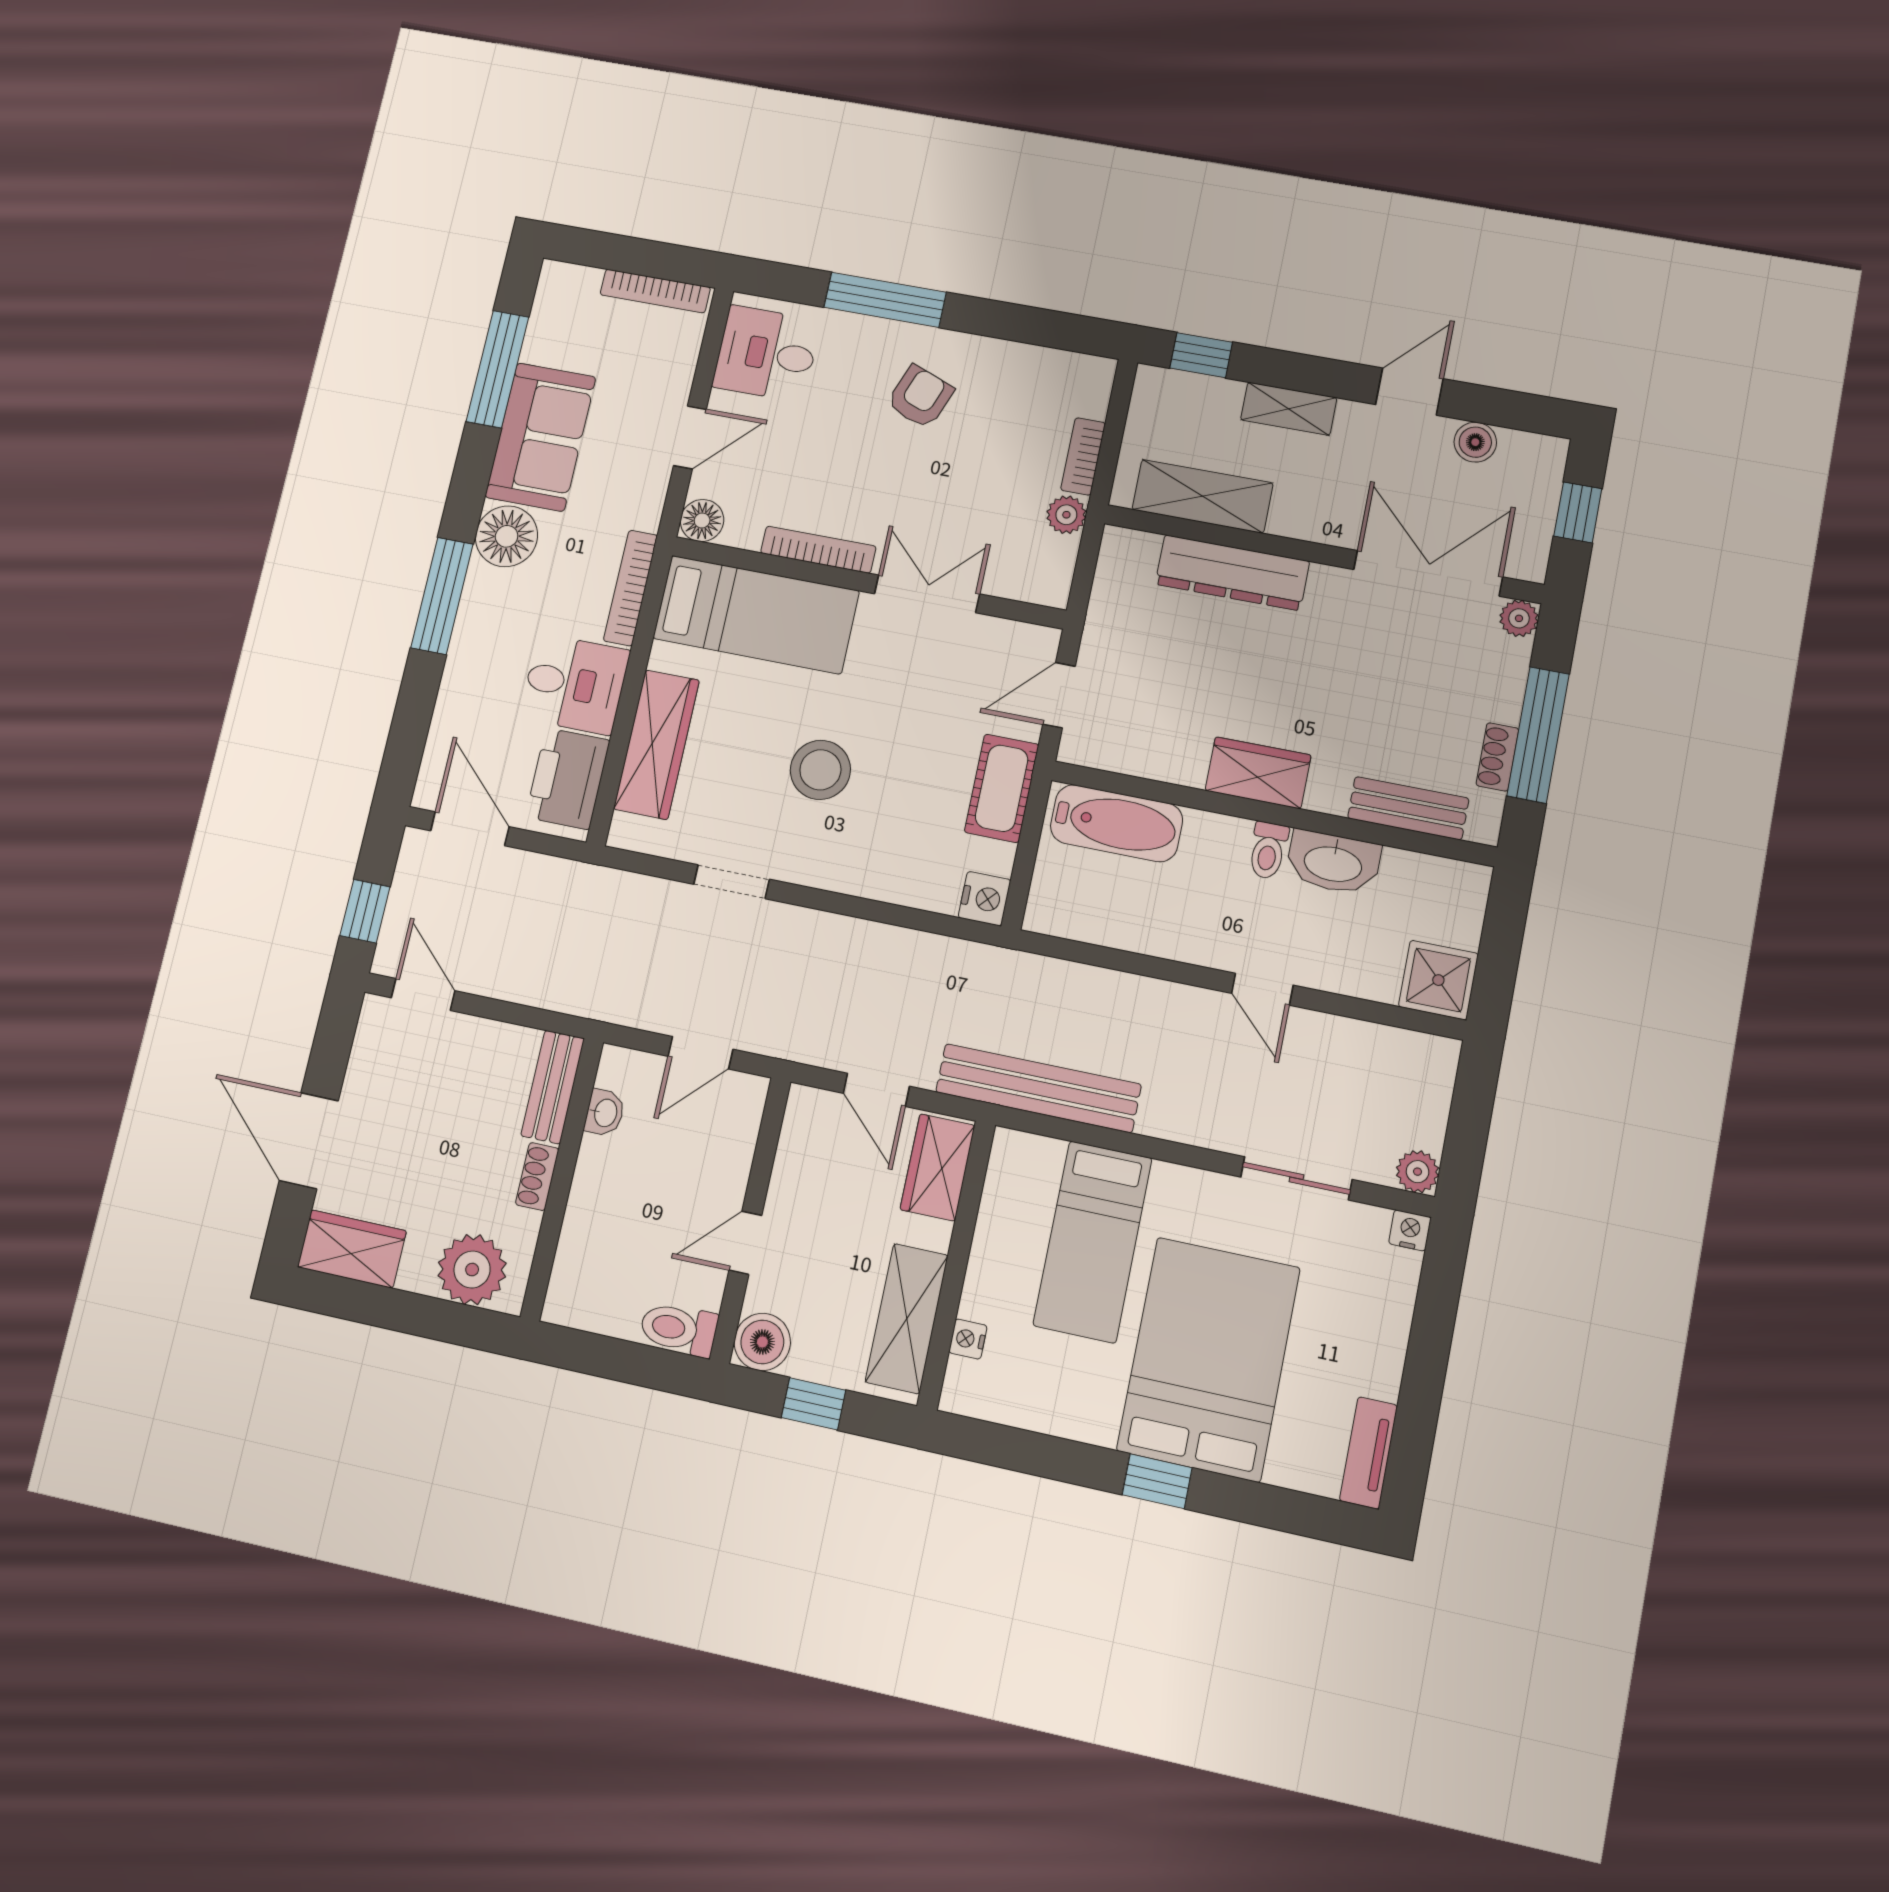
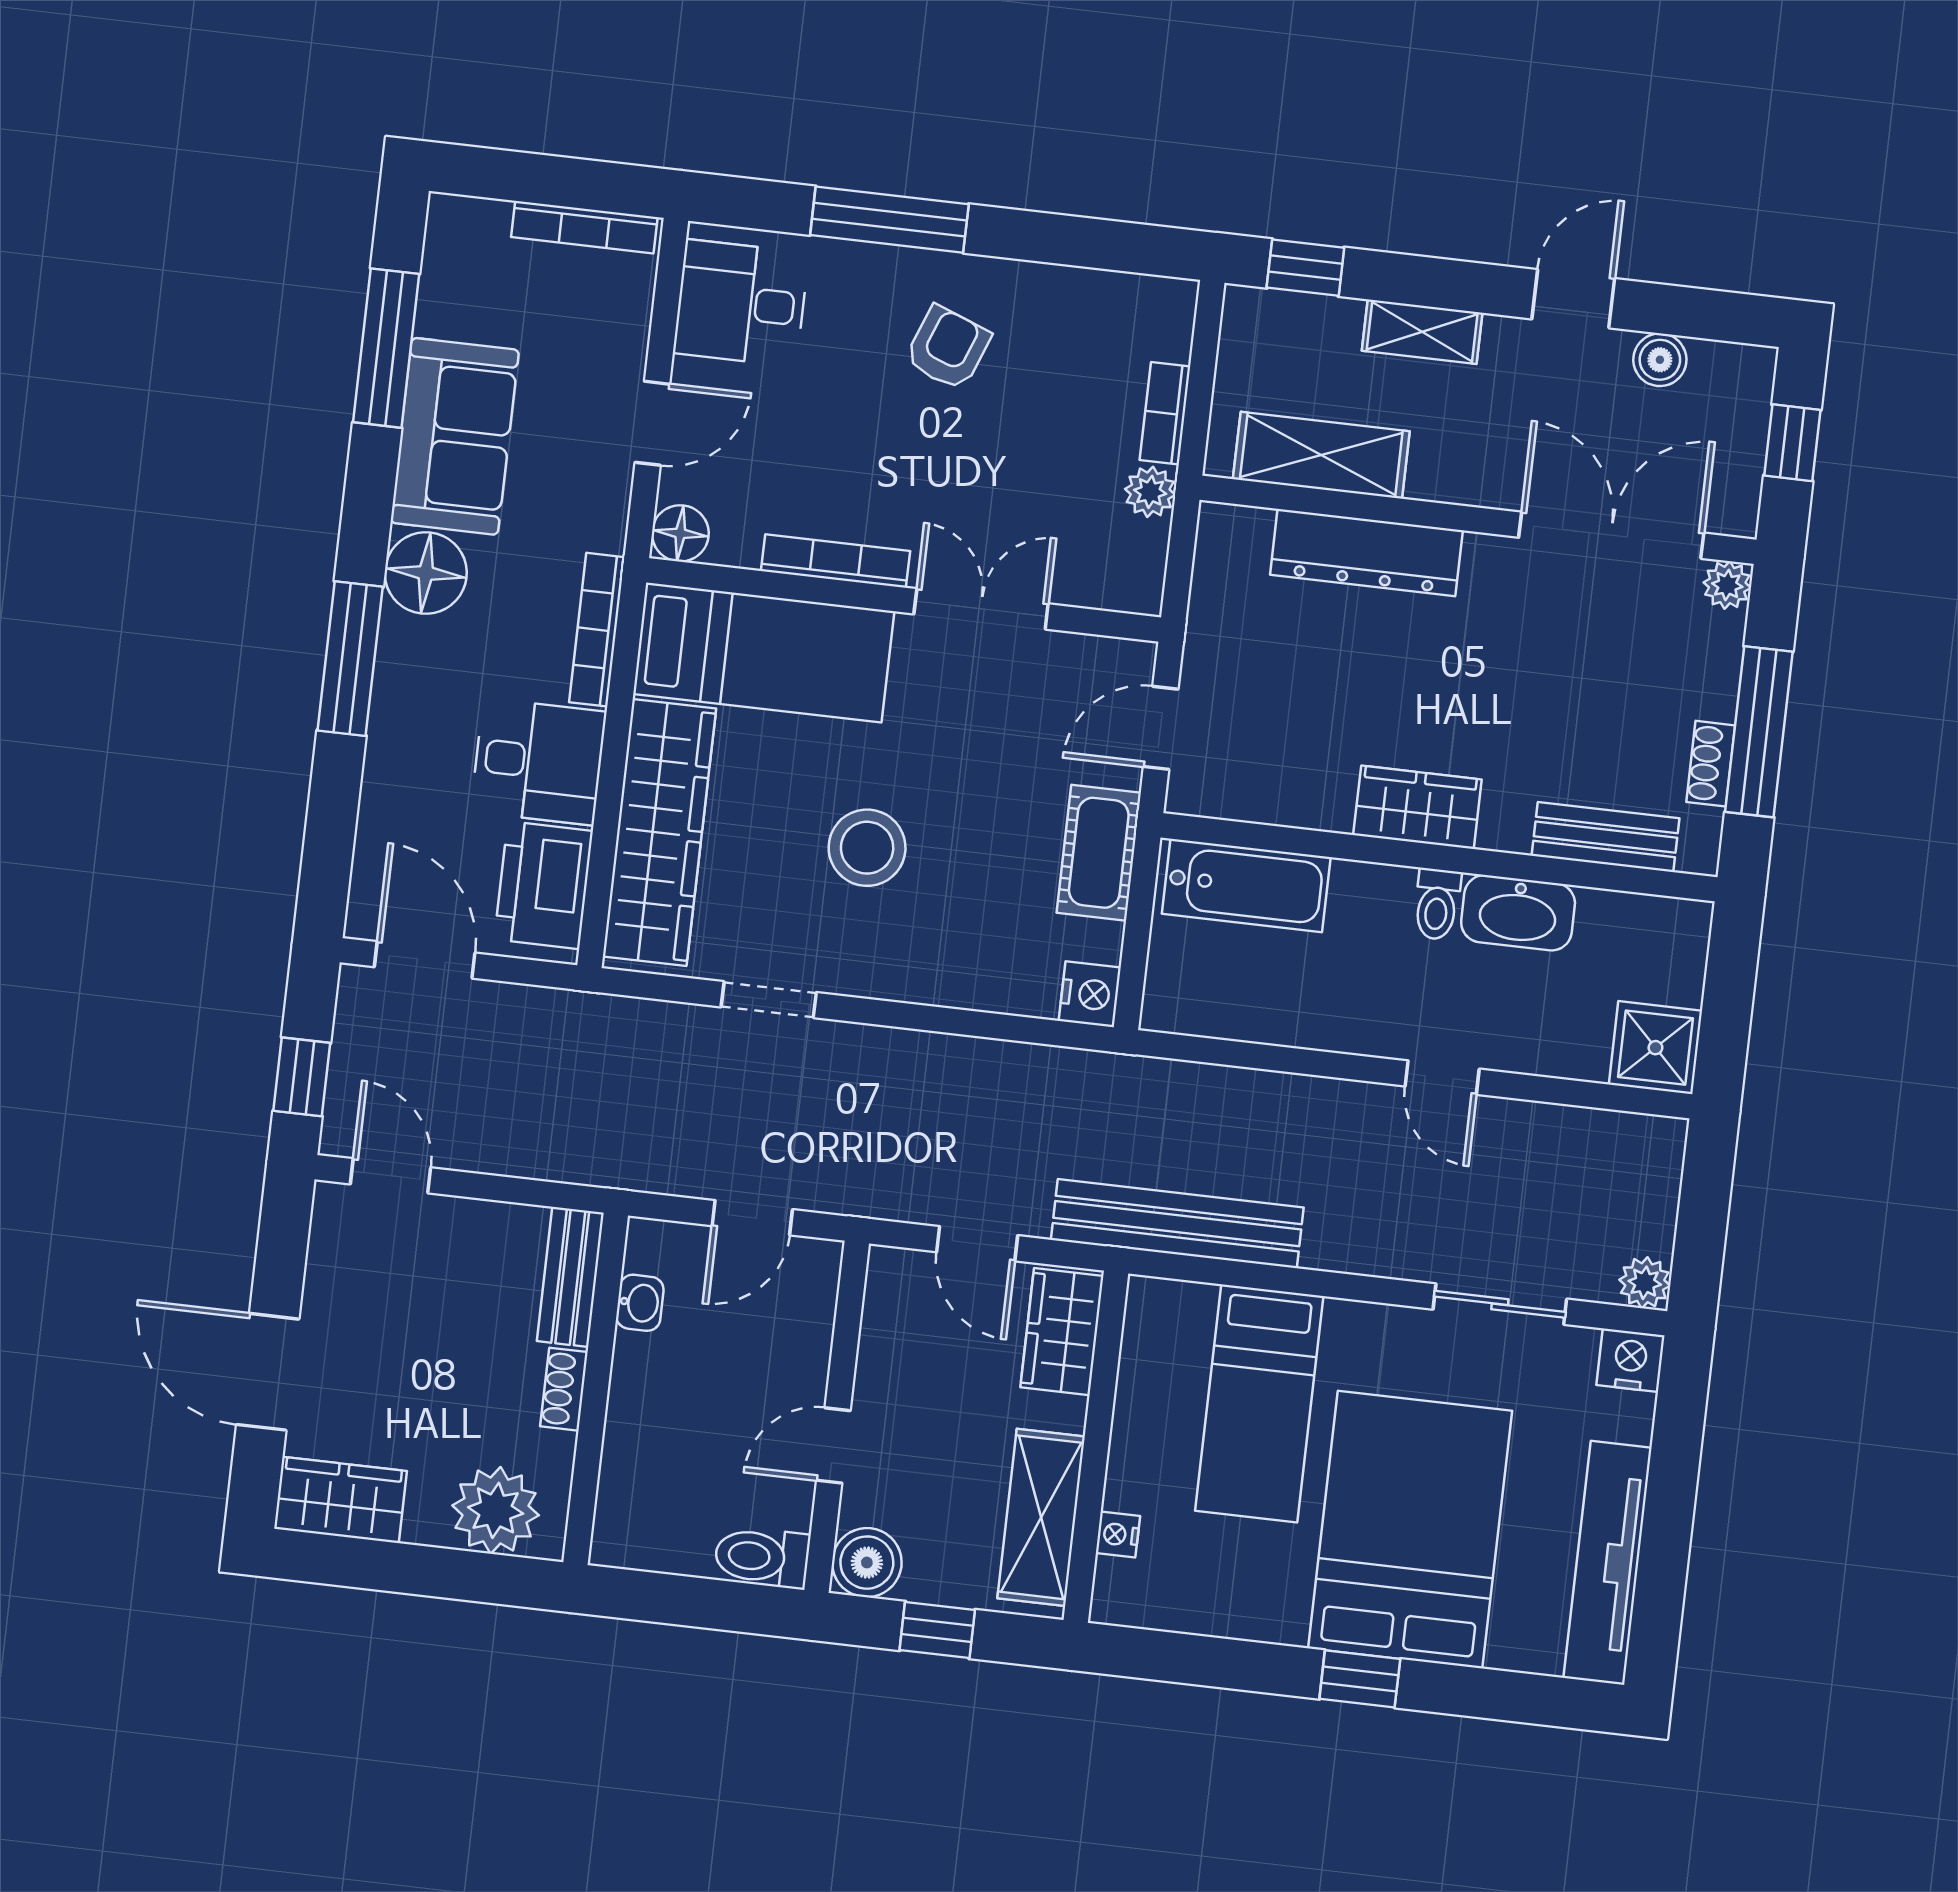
wardrobe: (656, 745) -> (659, 833), width x1.40, depth x1.17
nightstand: (1410, 1230) -> (1630, 1360), width x1.39, depth x1.35
tv unit: (1368, 1453) -> (1608, 1563), width x1.92, depth x1.29

